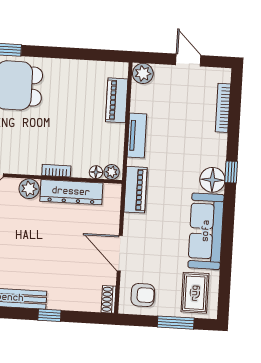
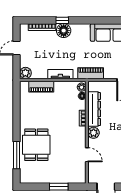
window: (231, 172) -> (62, 20), moved
floor lamp: (212, 180) -> (64, 31), moved

